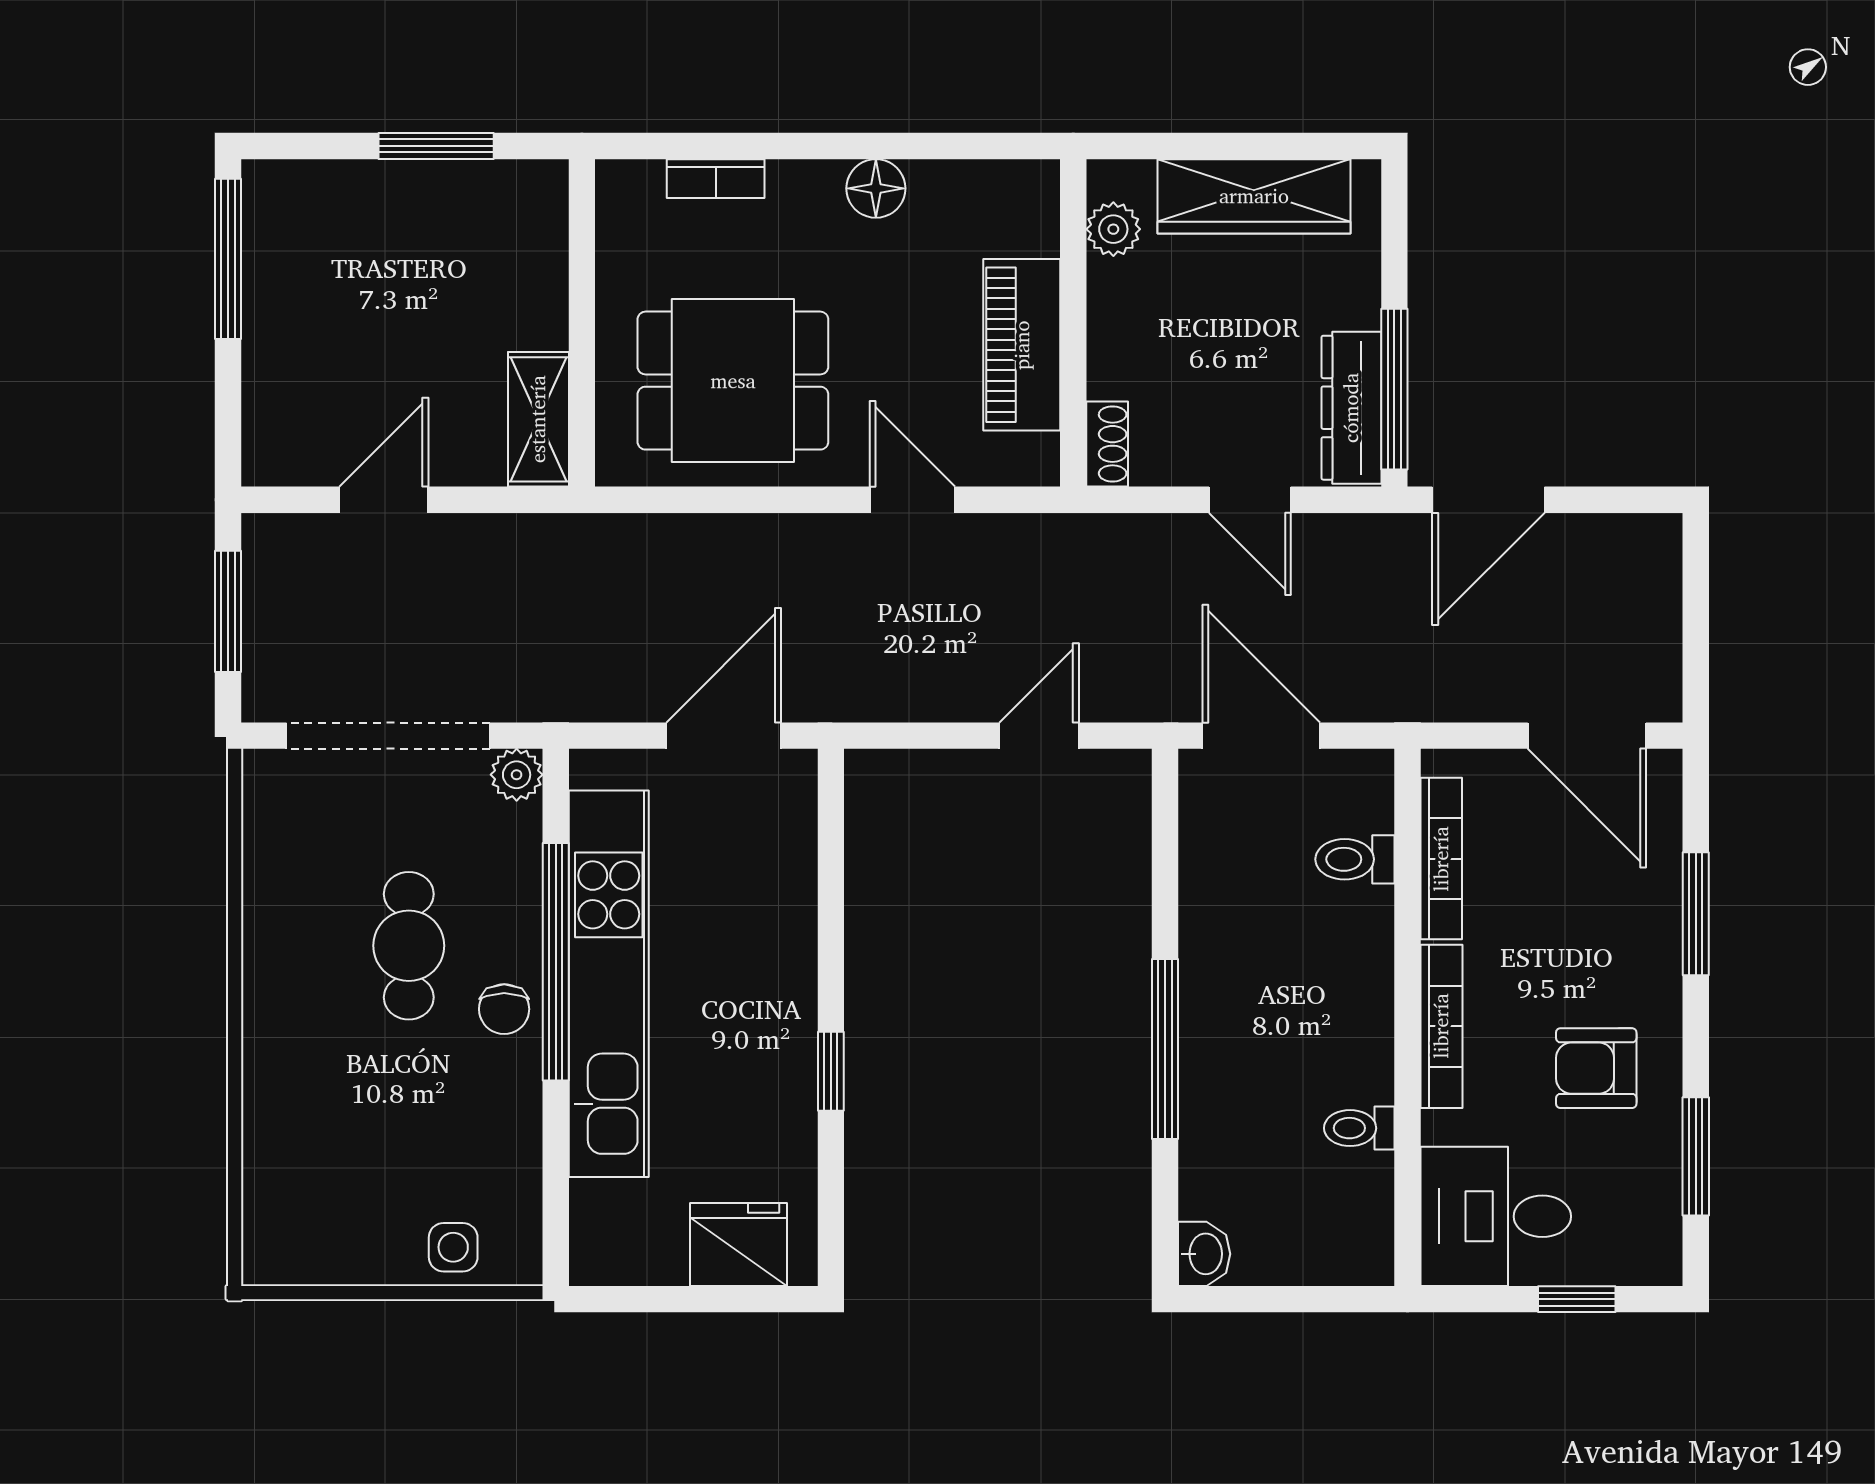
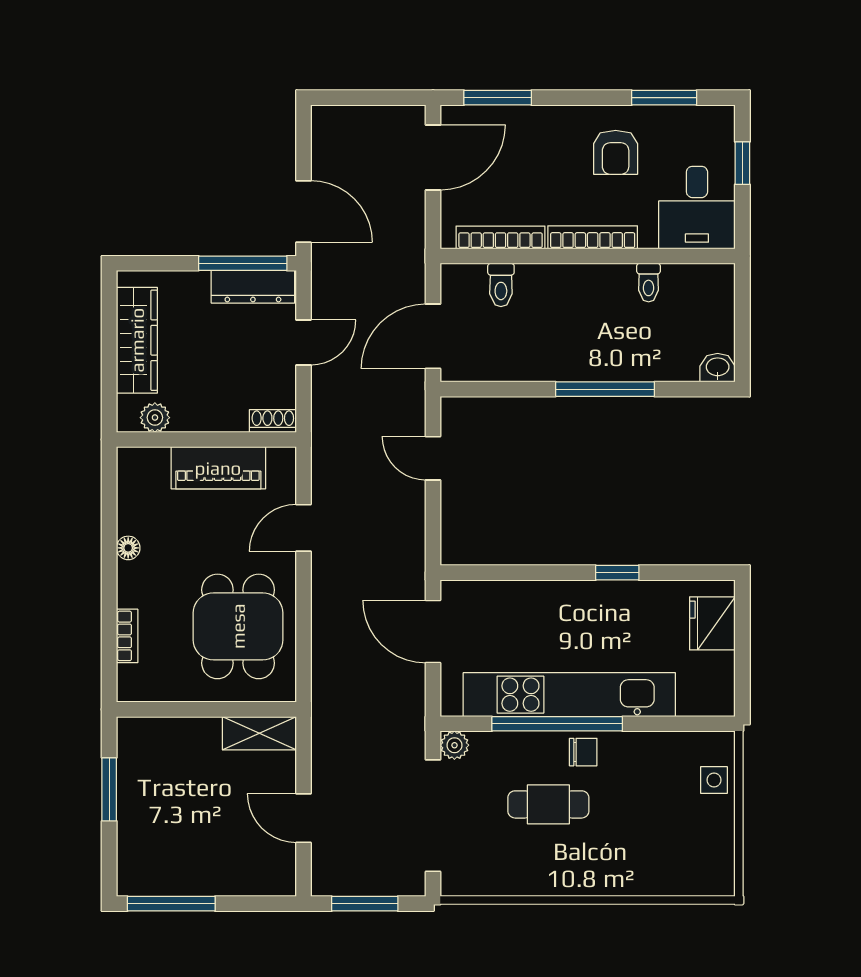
floor lamp: (876, 188) -> (128, 548), width x0.73, depth x0.73
window: (1696, 914) -> (498, 98), moved

